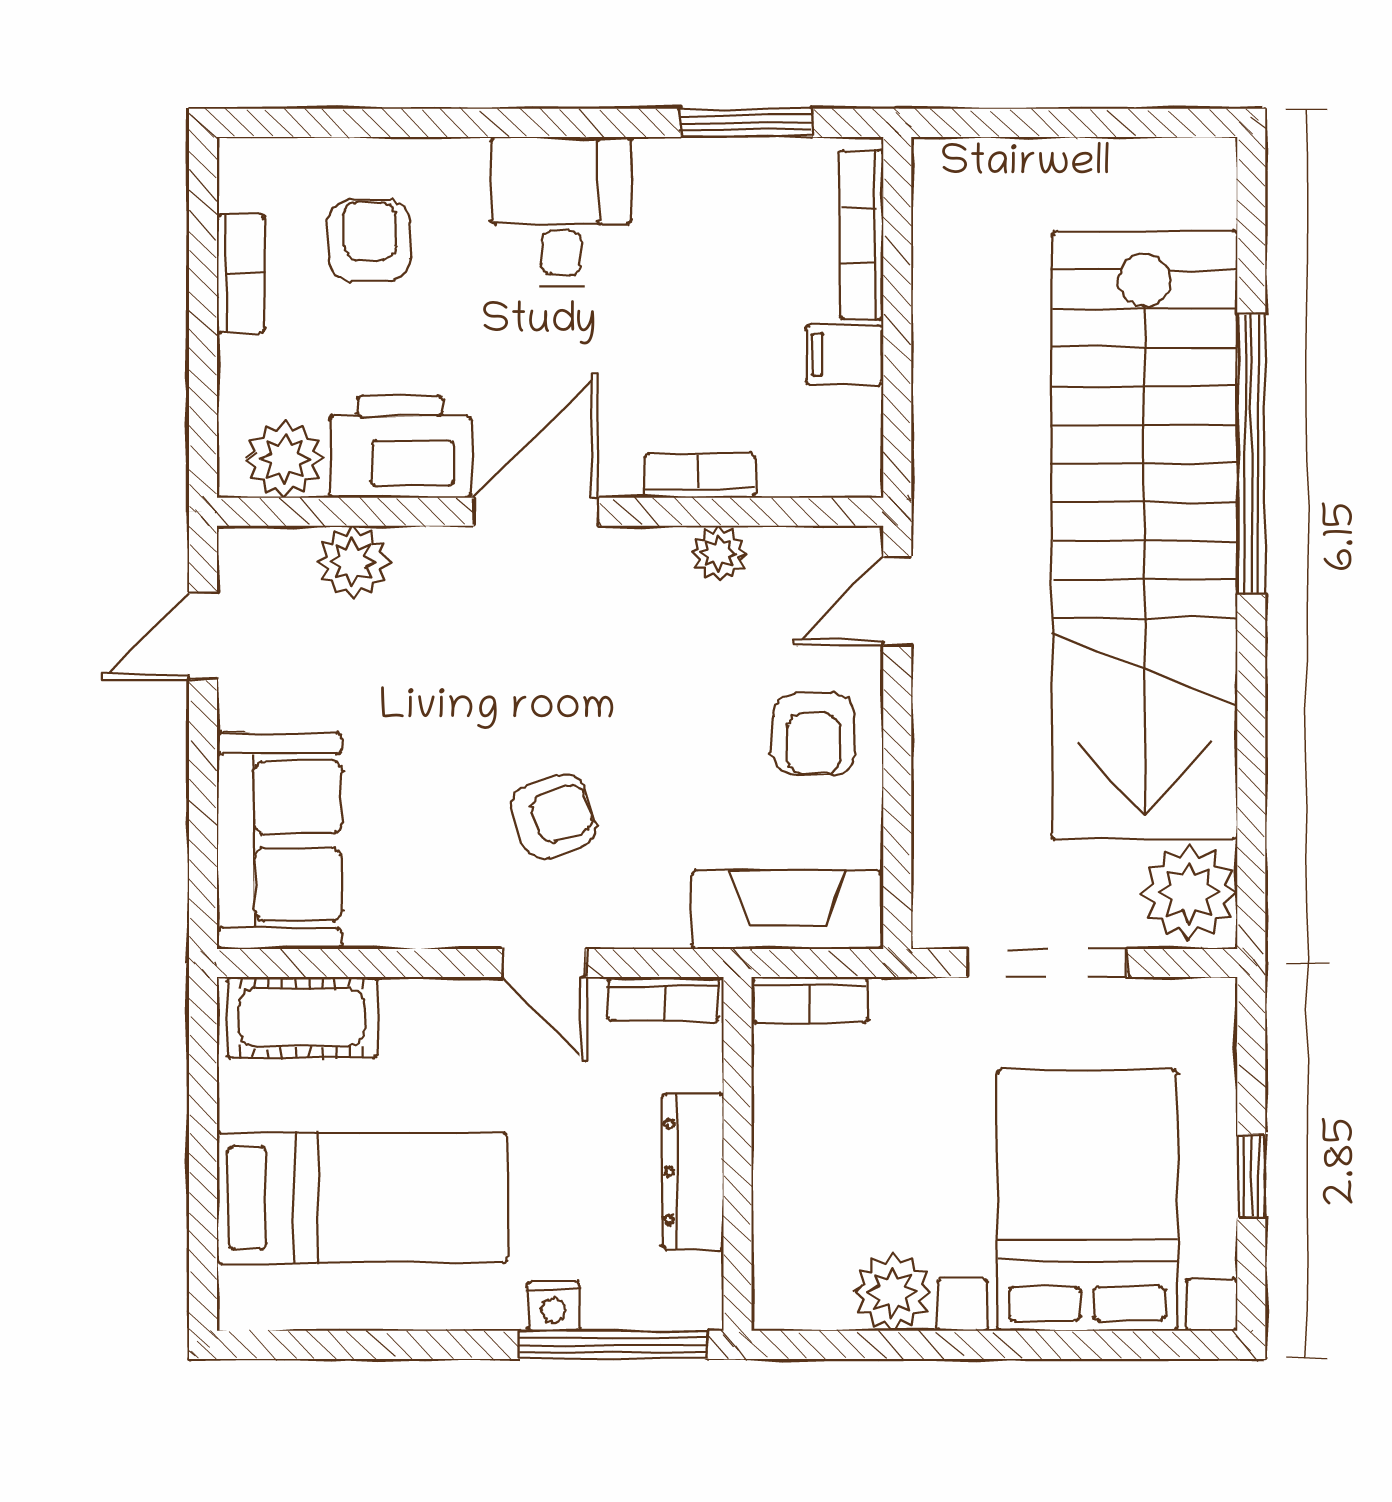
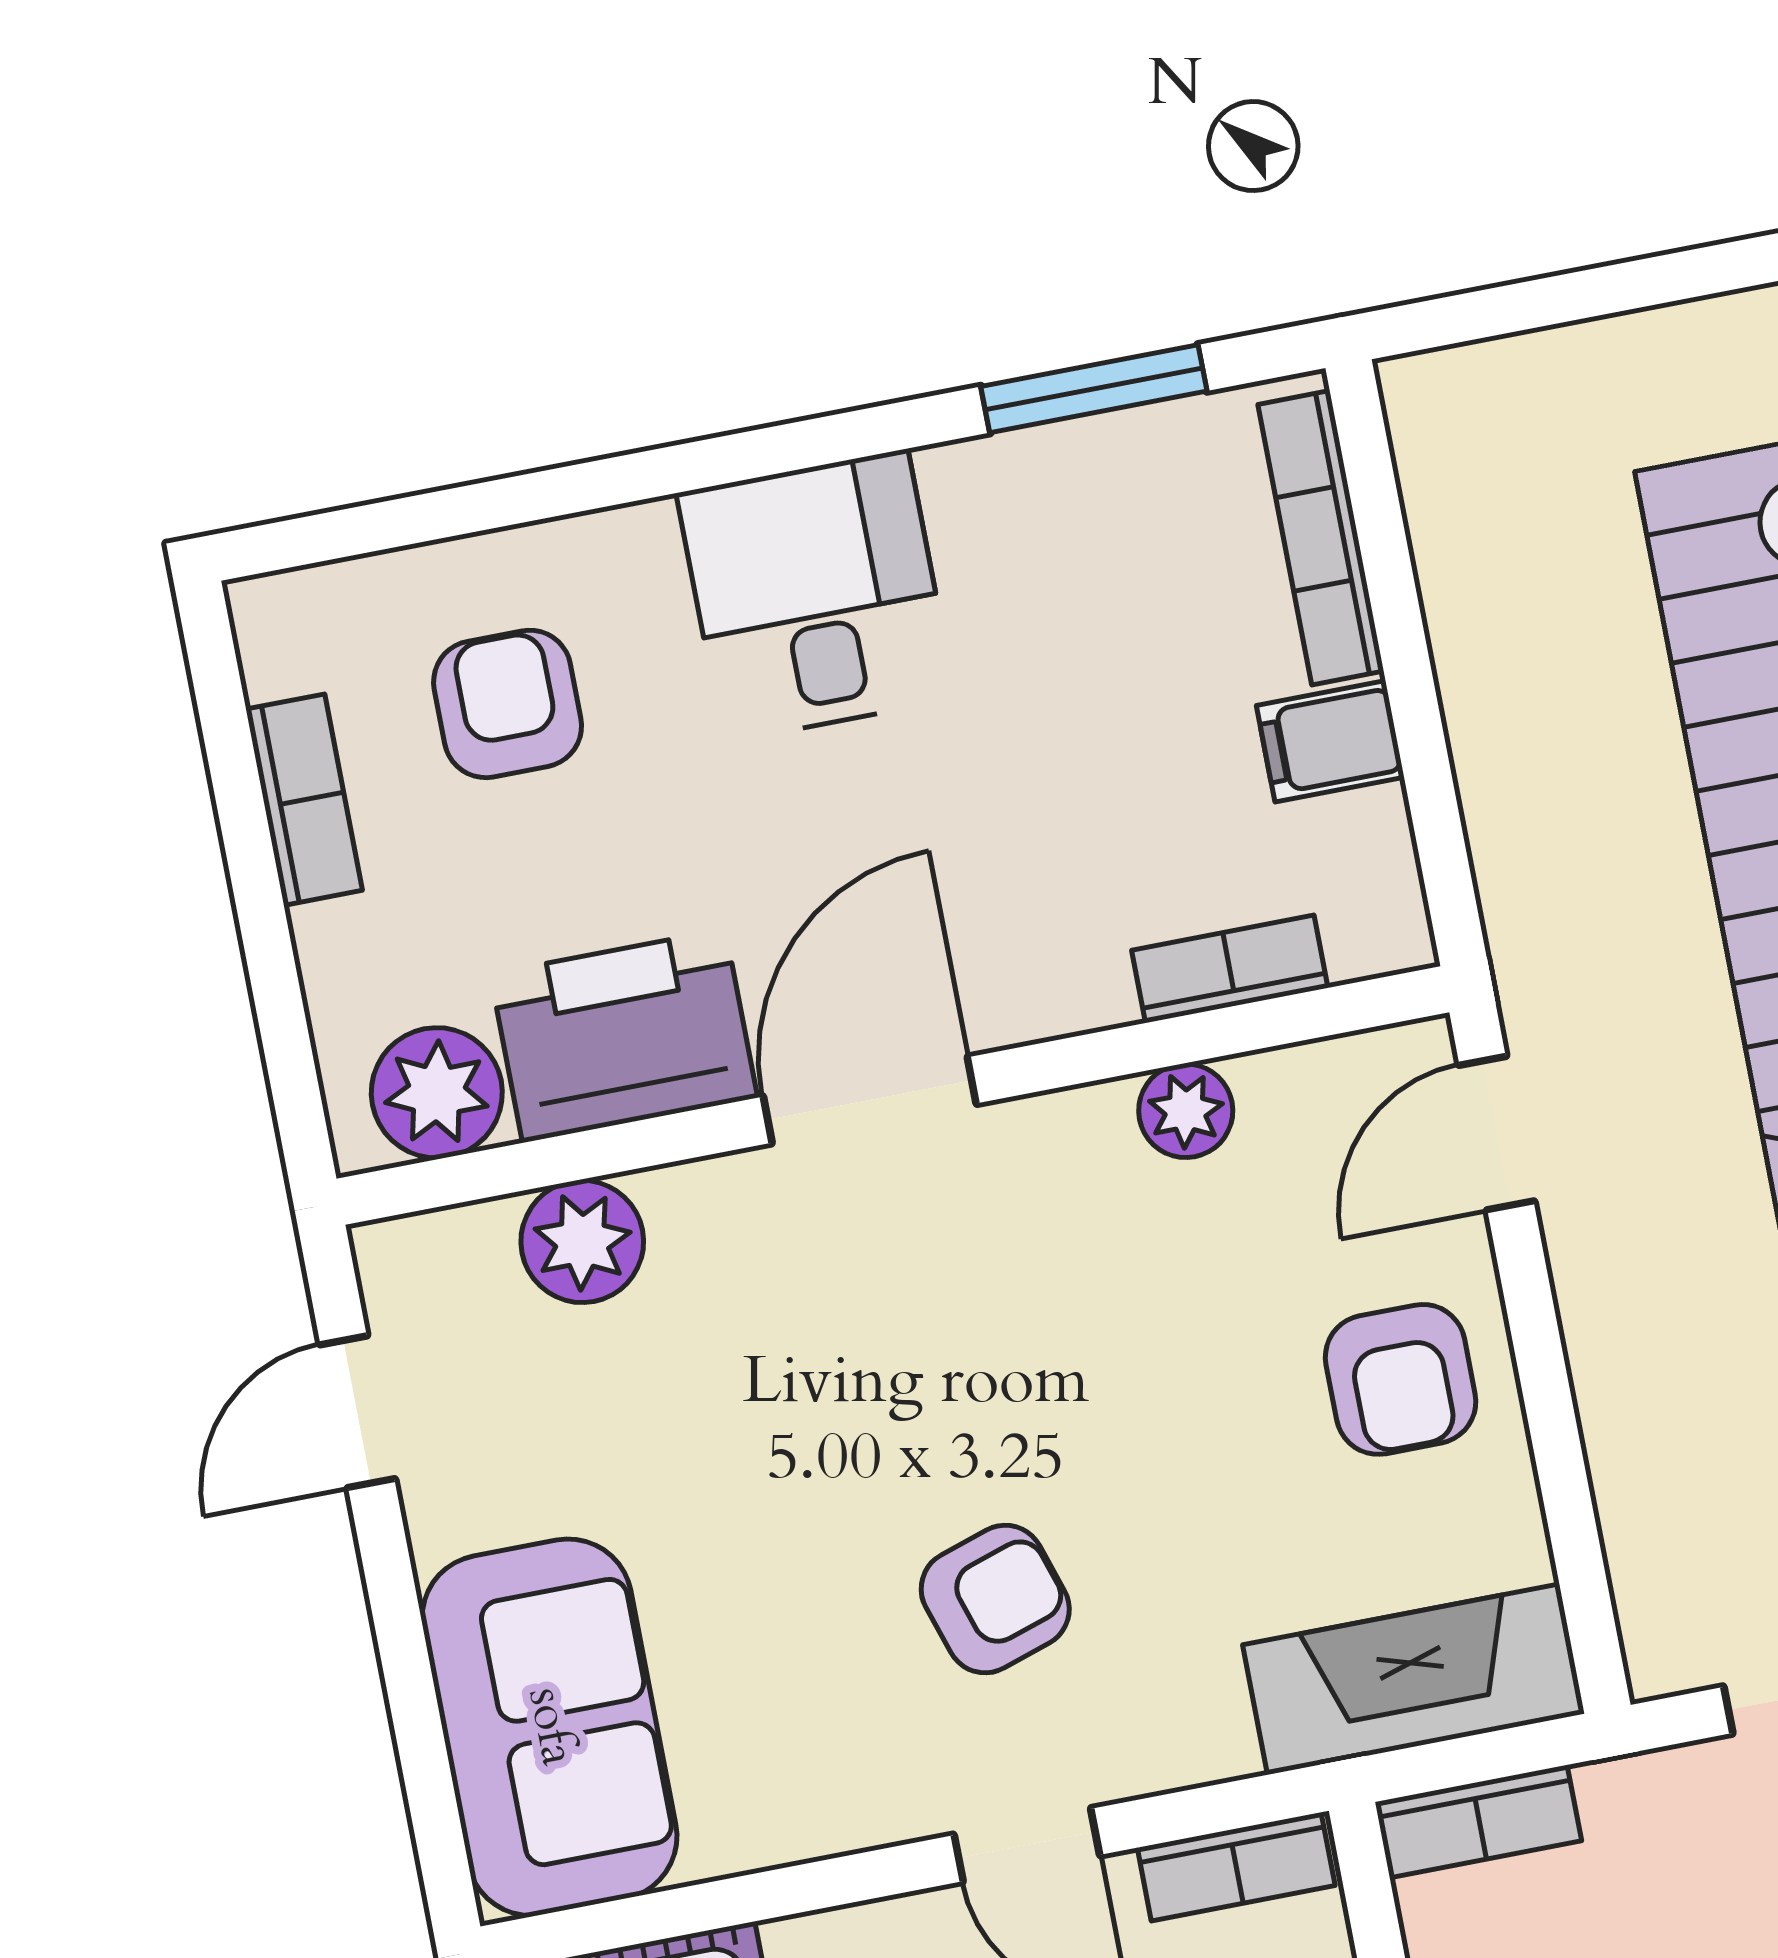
bookcase: (700, 476) -> (1230, 969), moved

